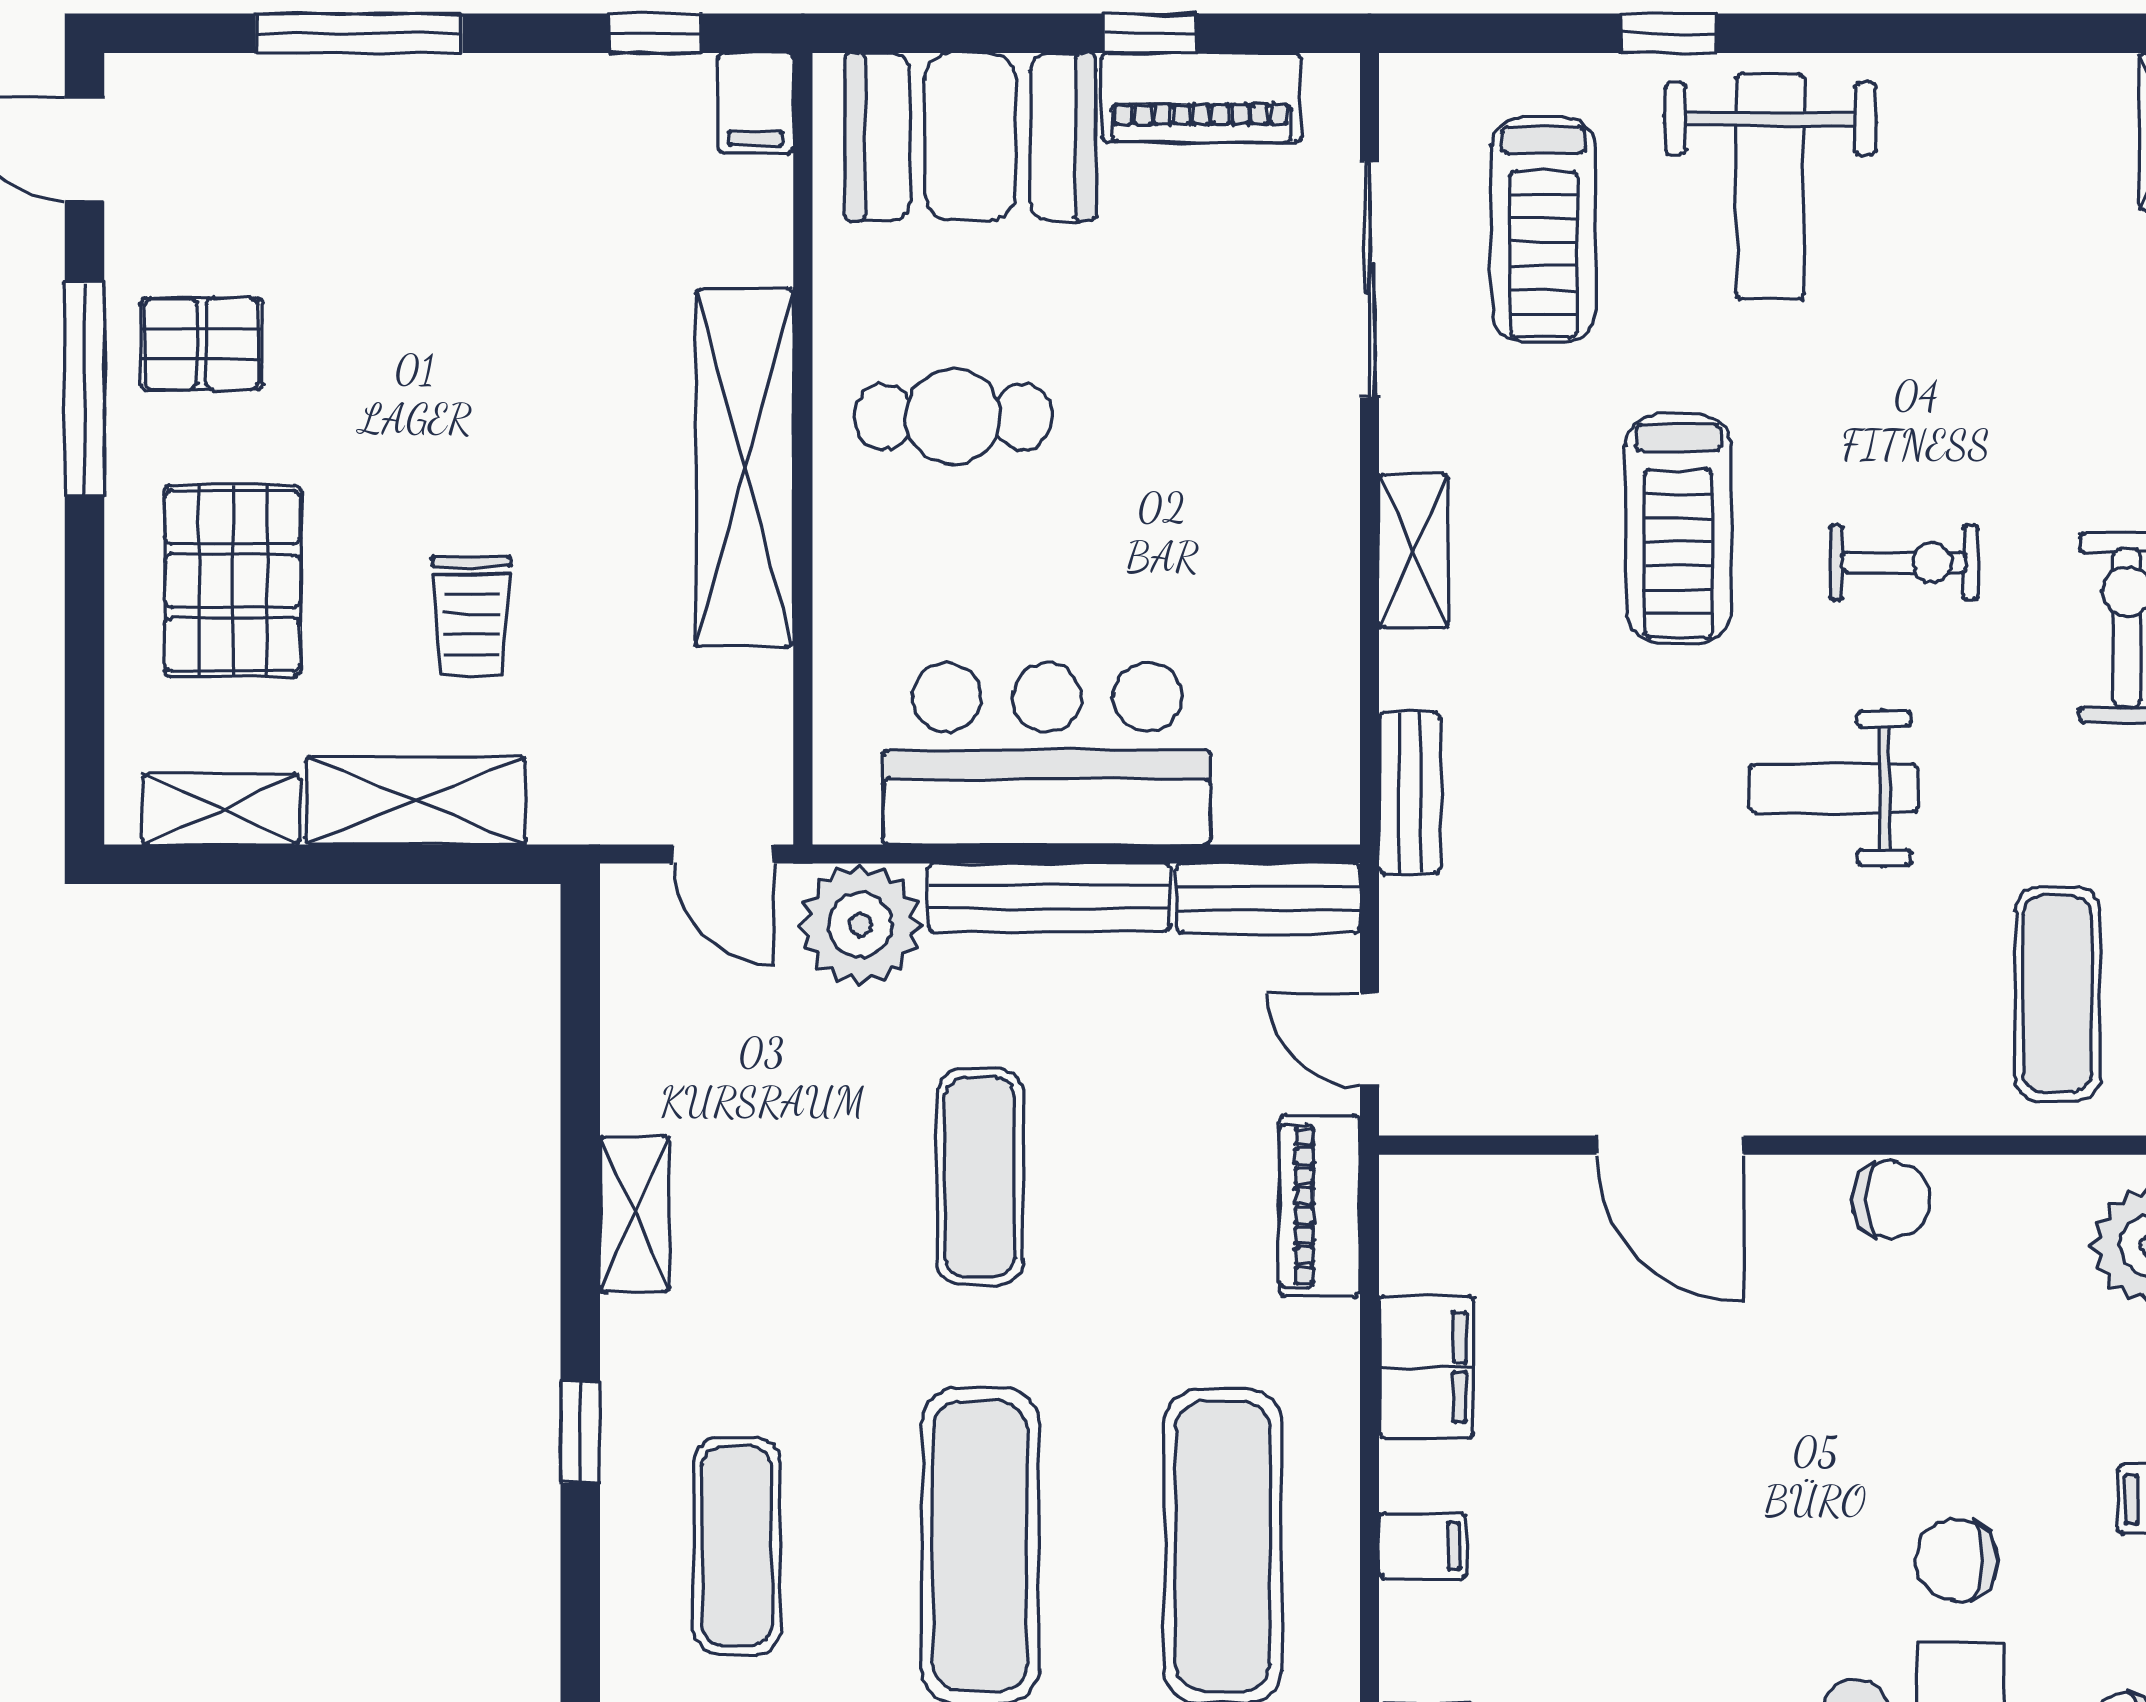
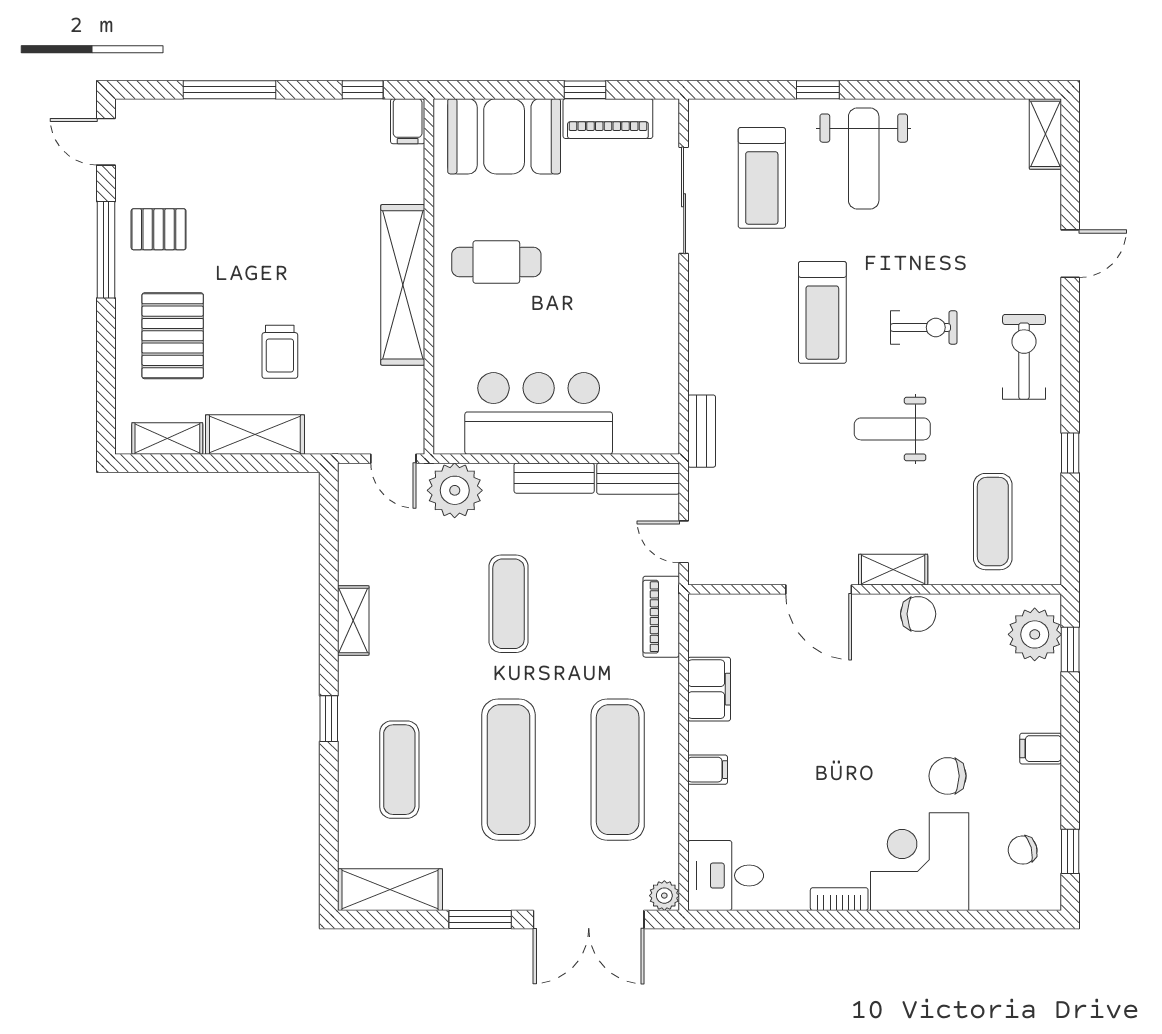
shelving: (1414, 551) -> (893, 570), moved, turned 90
bench: (1049, 897) -> (554, 478), width x0.73

